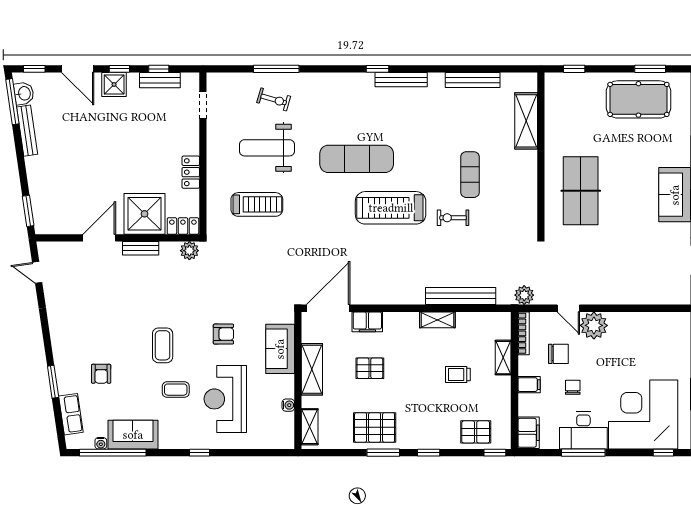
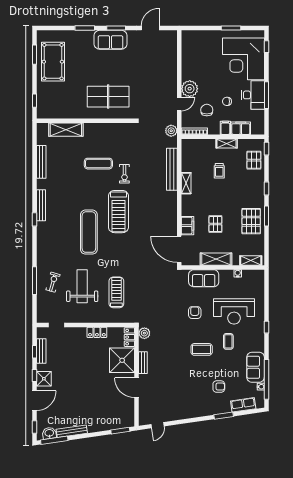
weight bench: (267, 148) -> (82, 286), turned 180
shelving: (503, 358) -> (227, 143), moved
filing cabinet: (529, 433) -> (241, 128), moved

